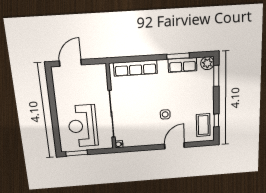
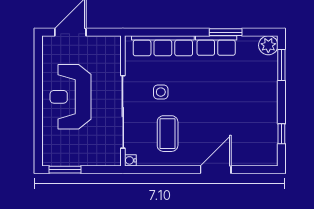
row of seats: (183, 65) -> (216, 46), moved
side table: (165, 114) -> (161, 92), moved
coffee table: (203, 125) -> (168, 134), moved
reception desk: (83, 126) -> (70, 97), moved

